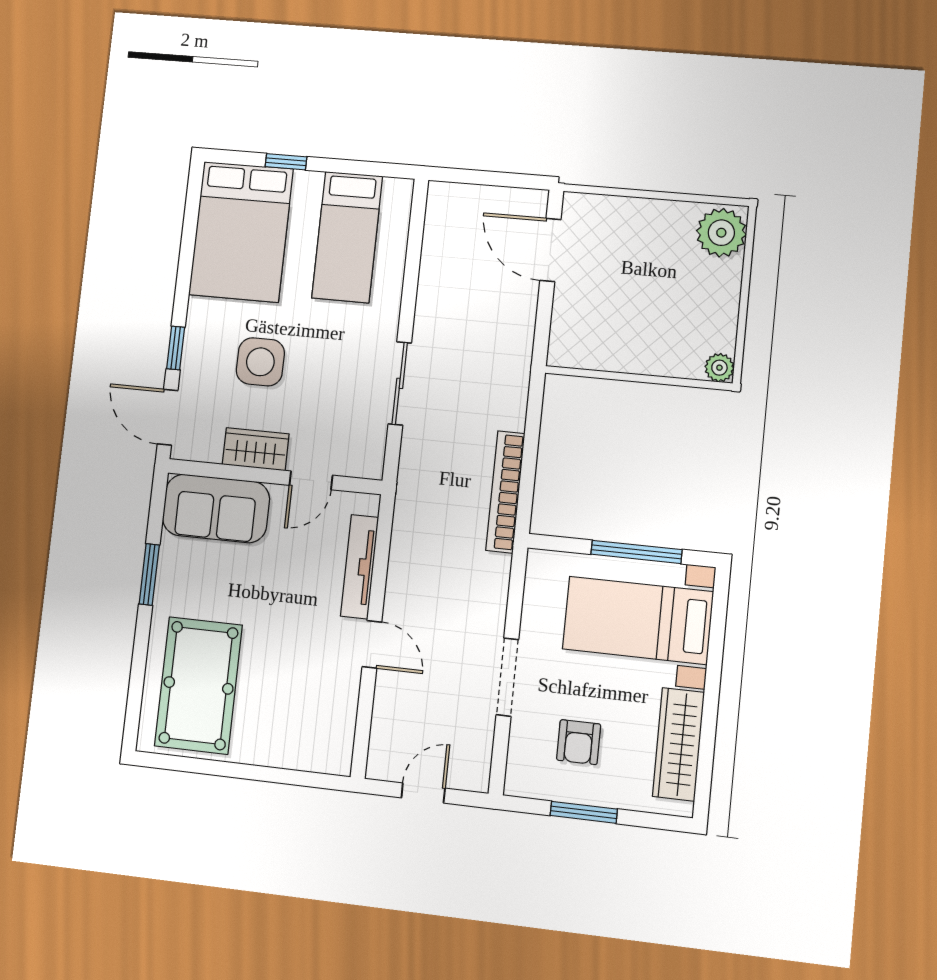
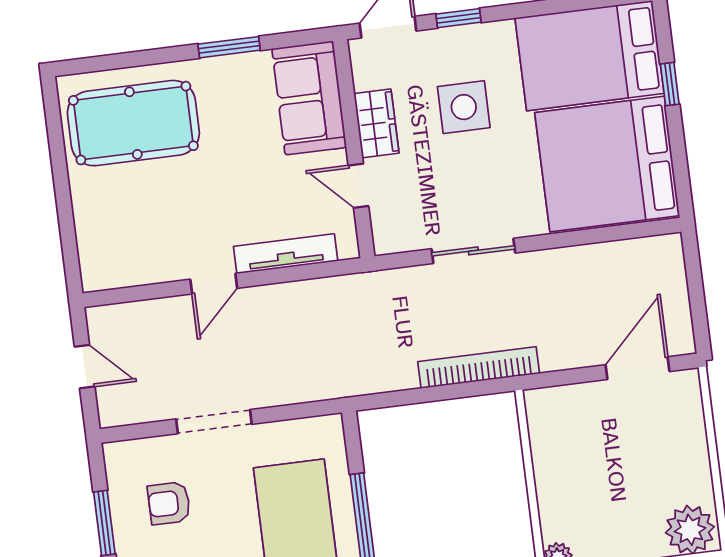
bed: (347, 237) -> (607, 164), width x2.04
bookcase: (505, 492) -> (479, 368), moved

